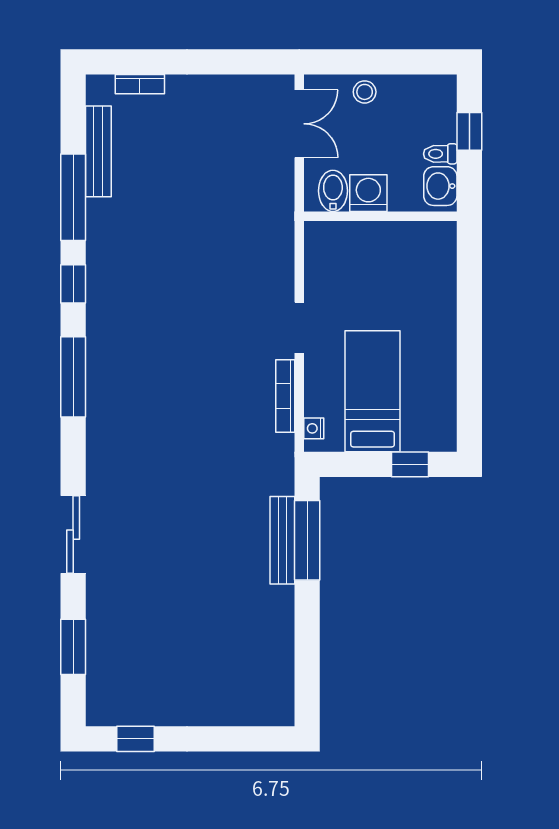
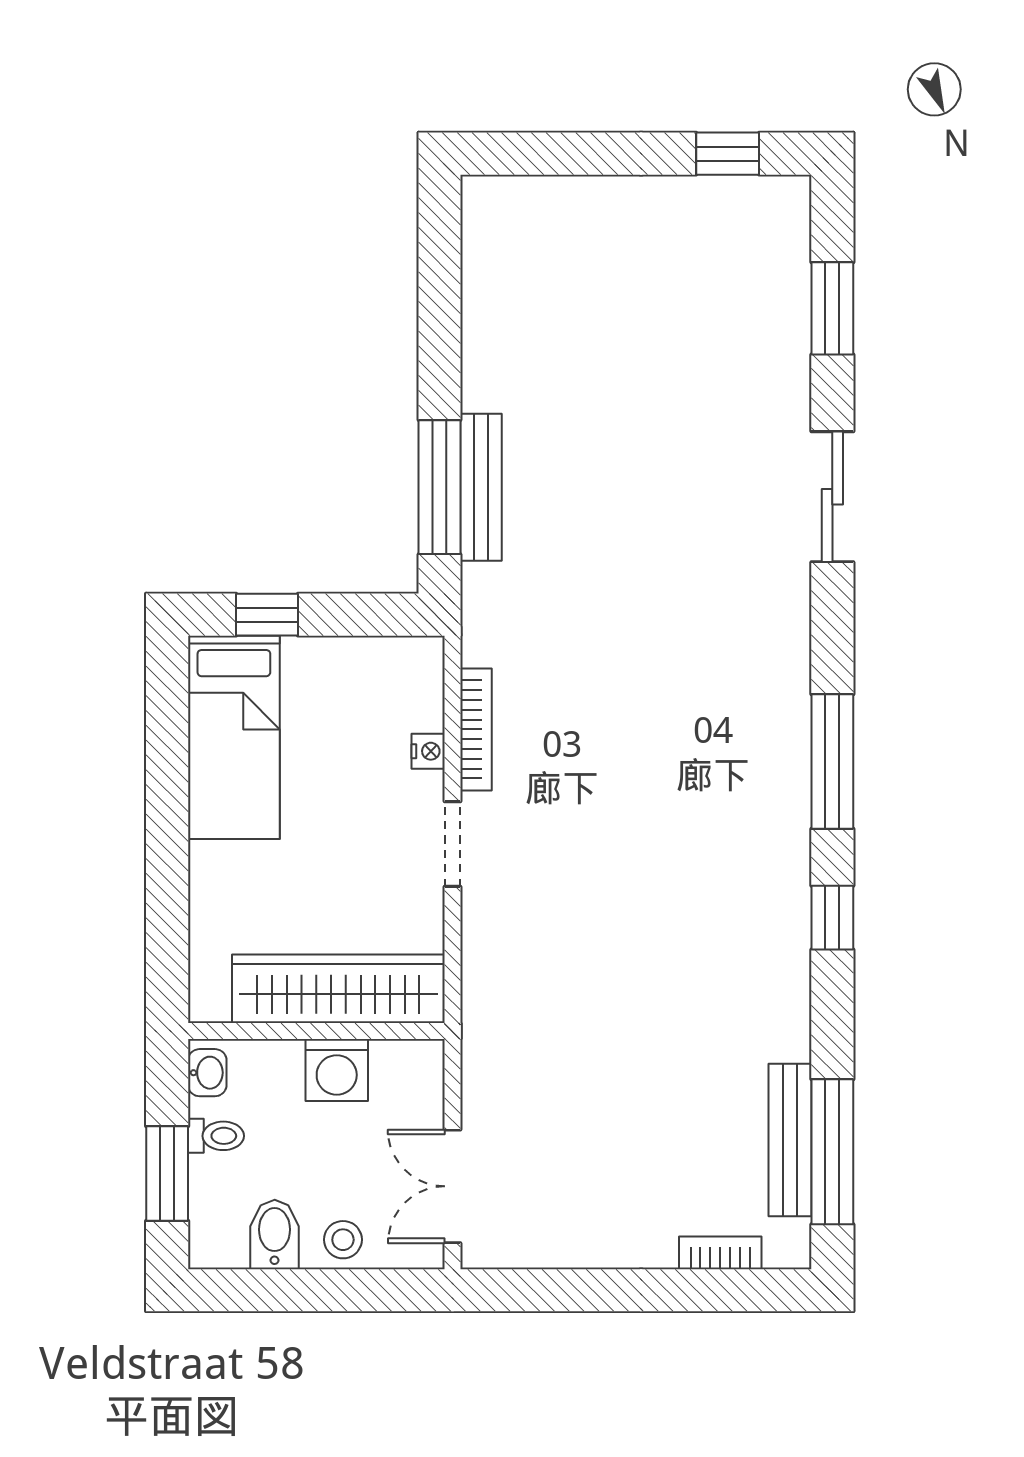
window: (469, 131) -> (167, 1173), width x1.50
washbasin: (440, 186) -> (207, 1073), width x0.72, depth x0.69
bidet: (333, 191) -> (275, 1234), moved, turned 180
window: (73, 197) -> (832, 1152), moved
wardrobe: (367, 241) -> (338, 989), added
bed: (373, 391) -> (234, 737), moved
nightstand: (314, 428) -> (428, 751), moved

